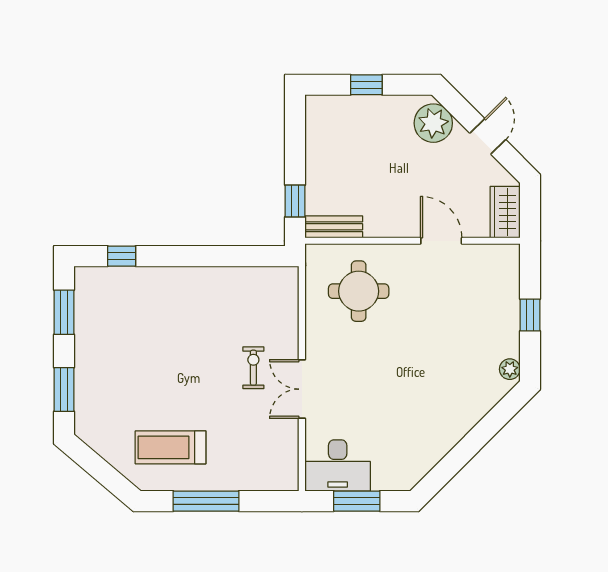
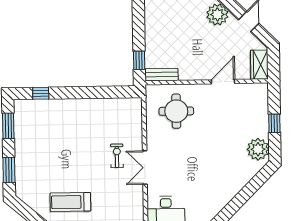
door: (441, 241) -> (223, 82), hinge flipped
plant: (510, 369) -> (258, 149), width x1.88, depth x1.88

